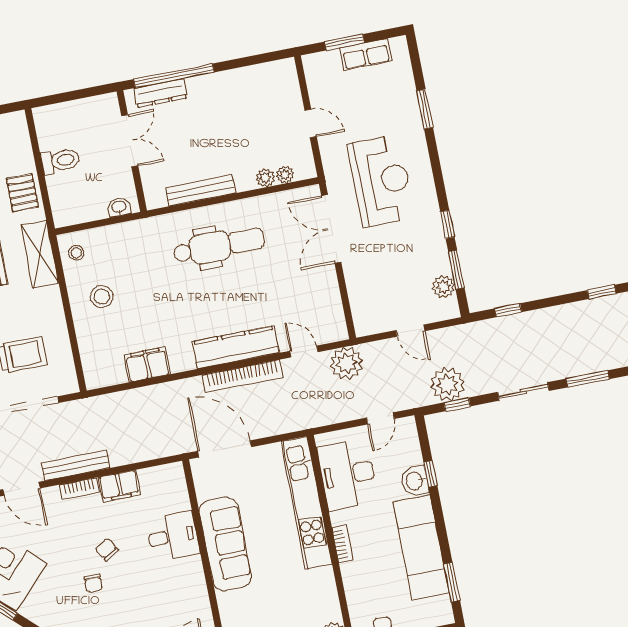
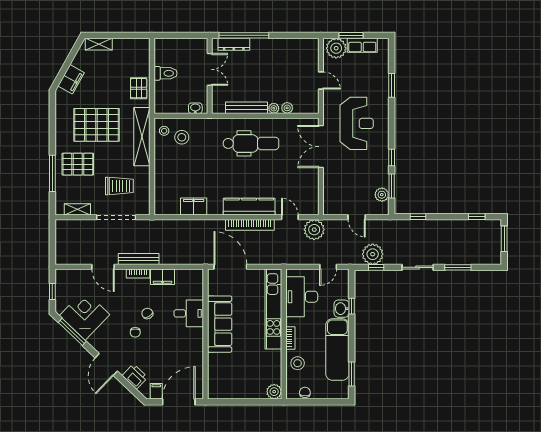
plant: (325, 67) -> (336, 48), added
plant: (285, 175) -> (274, 108), moved
shelving: (40, 254) -> (142, 137), width x1.47
stool: (102, 296) -> (182, 137), moved
stool: (362, 582) -> (298, 363), added

